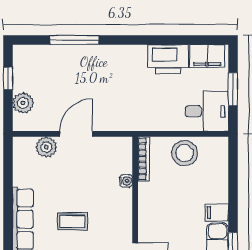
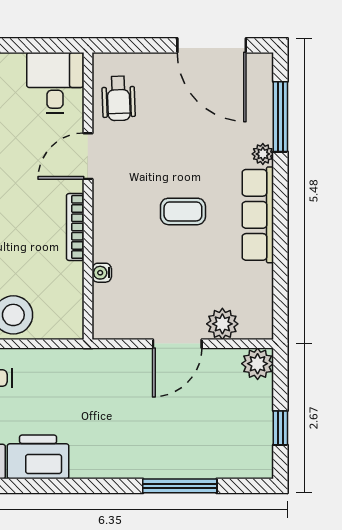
plant: (23, 103) -> (258, 364), moved
bookcase: (144, 159) -> (75, 227), moved

